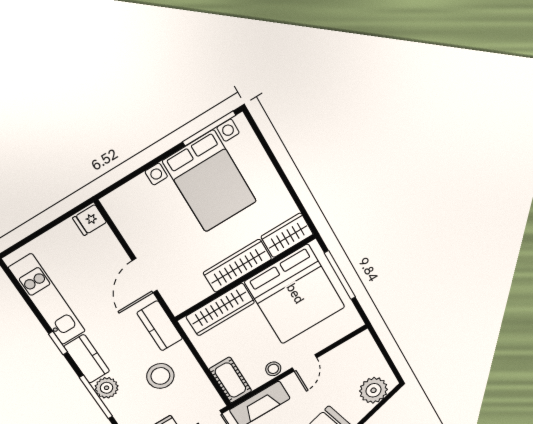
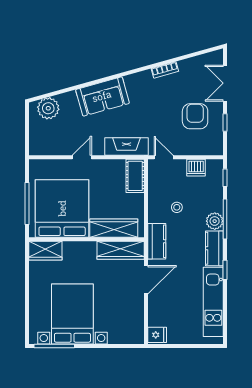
wardrobe: (237, 266) -> (121, 250), moved
stool: (273, 369) -> (104, 166), removed
stool: (160, 376) -> (177, 207), width x0.53, depth x0.53

